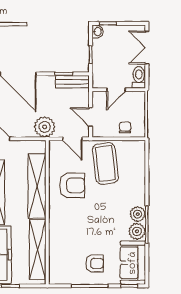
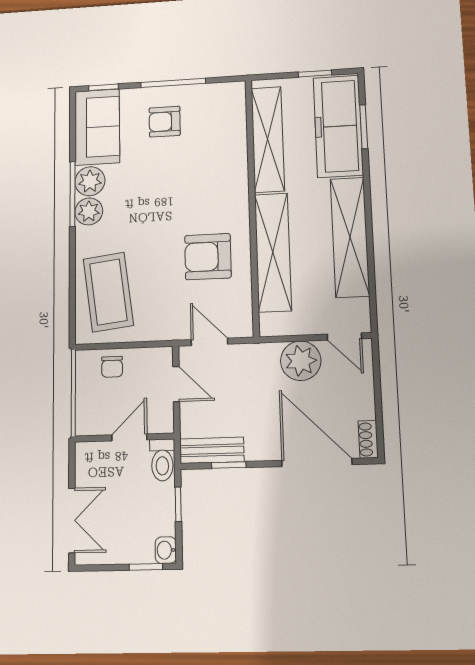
toilet: (139, 77) -> (162, 460), moved
plant: (45, 127) -> (301, 361), moved
coffee table: (105, 163) -> (108, 292), moved

